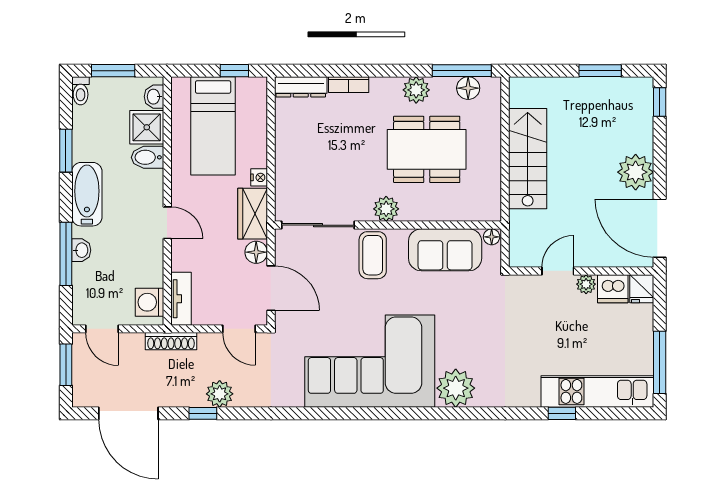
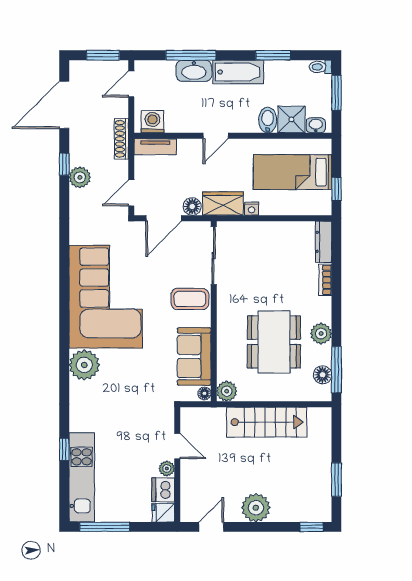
plant: (386, 209) -> (227, 391), moved
door: (660, 228) -> (211, 527), width x0.53
washbasin: (81, 250) -> (194, 71), width x1.91, depth x1.45

